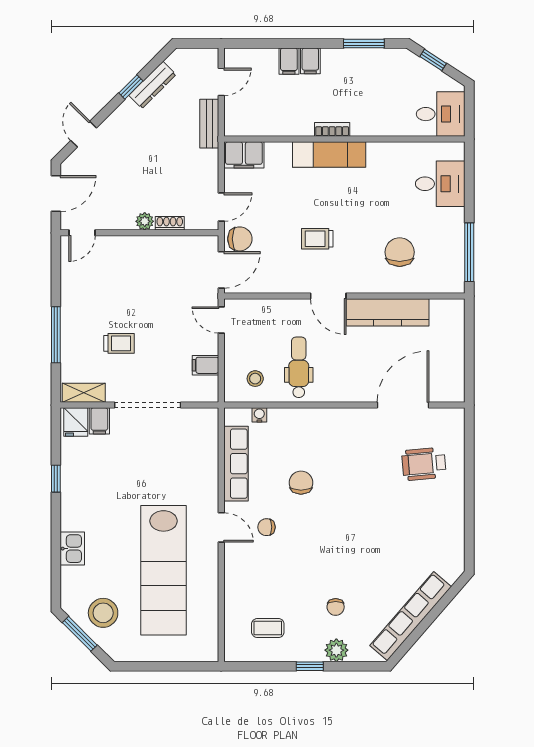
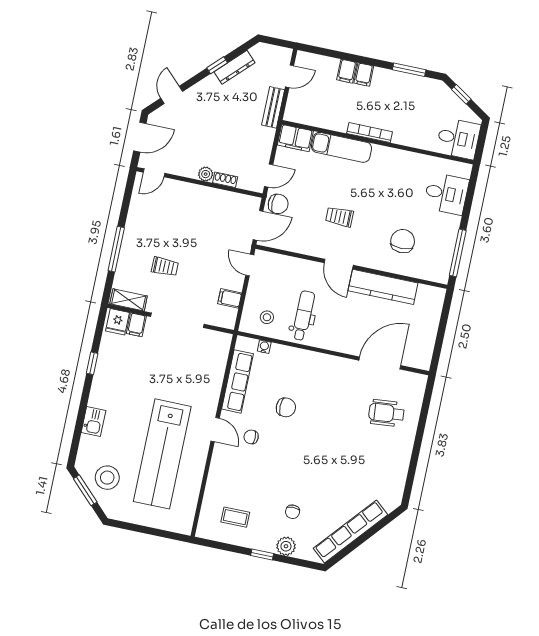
bookcase: (332, 129) -> (370, 133), width x1.56
exam couch: (329, 154) -> (342, 147), moved
chair: (301, 483) -> (286, 407), turned 90

